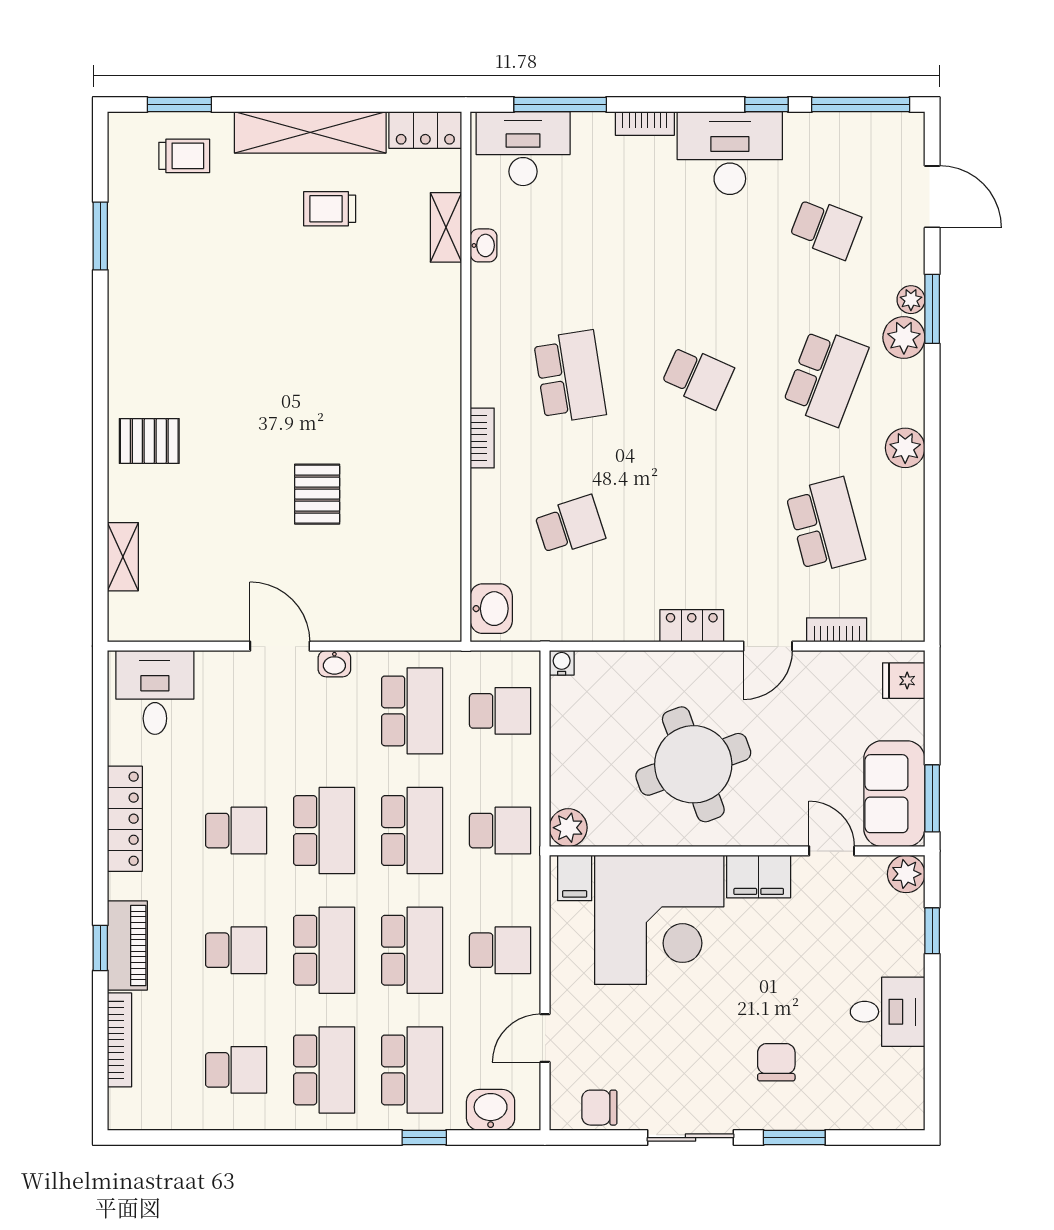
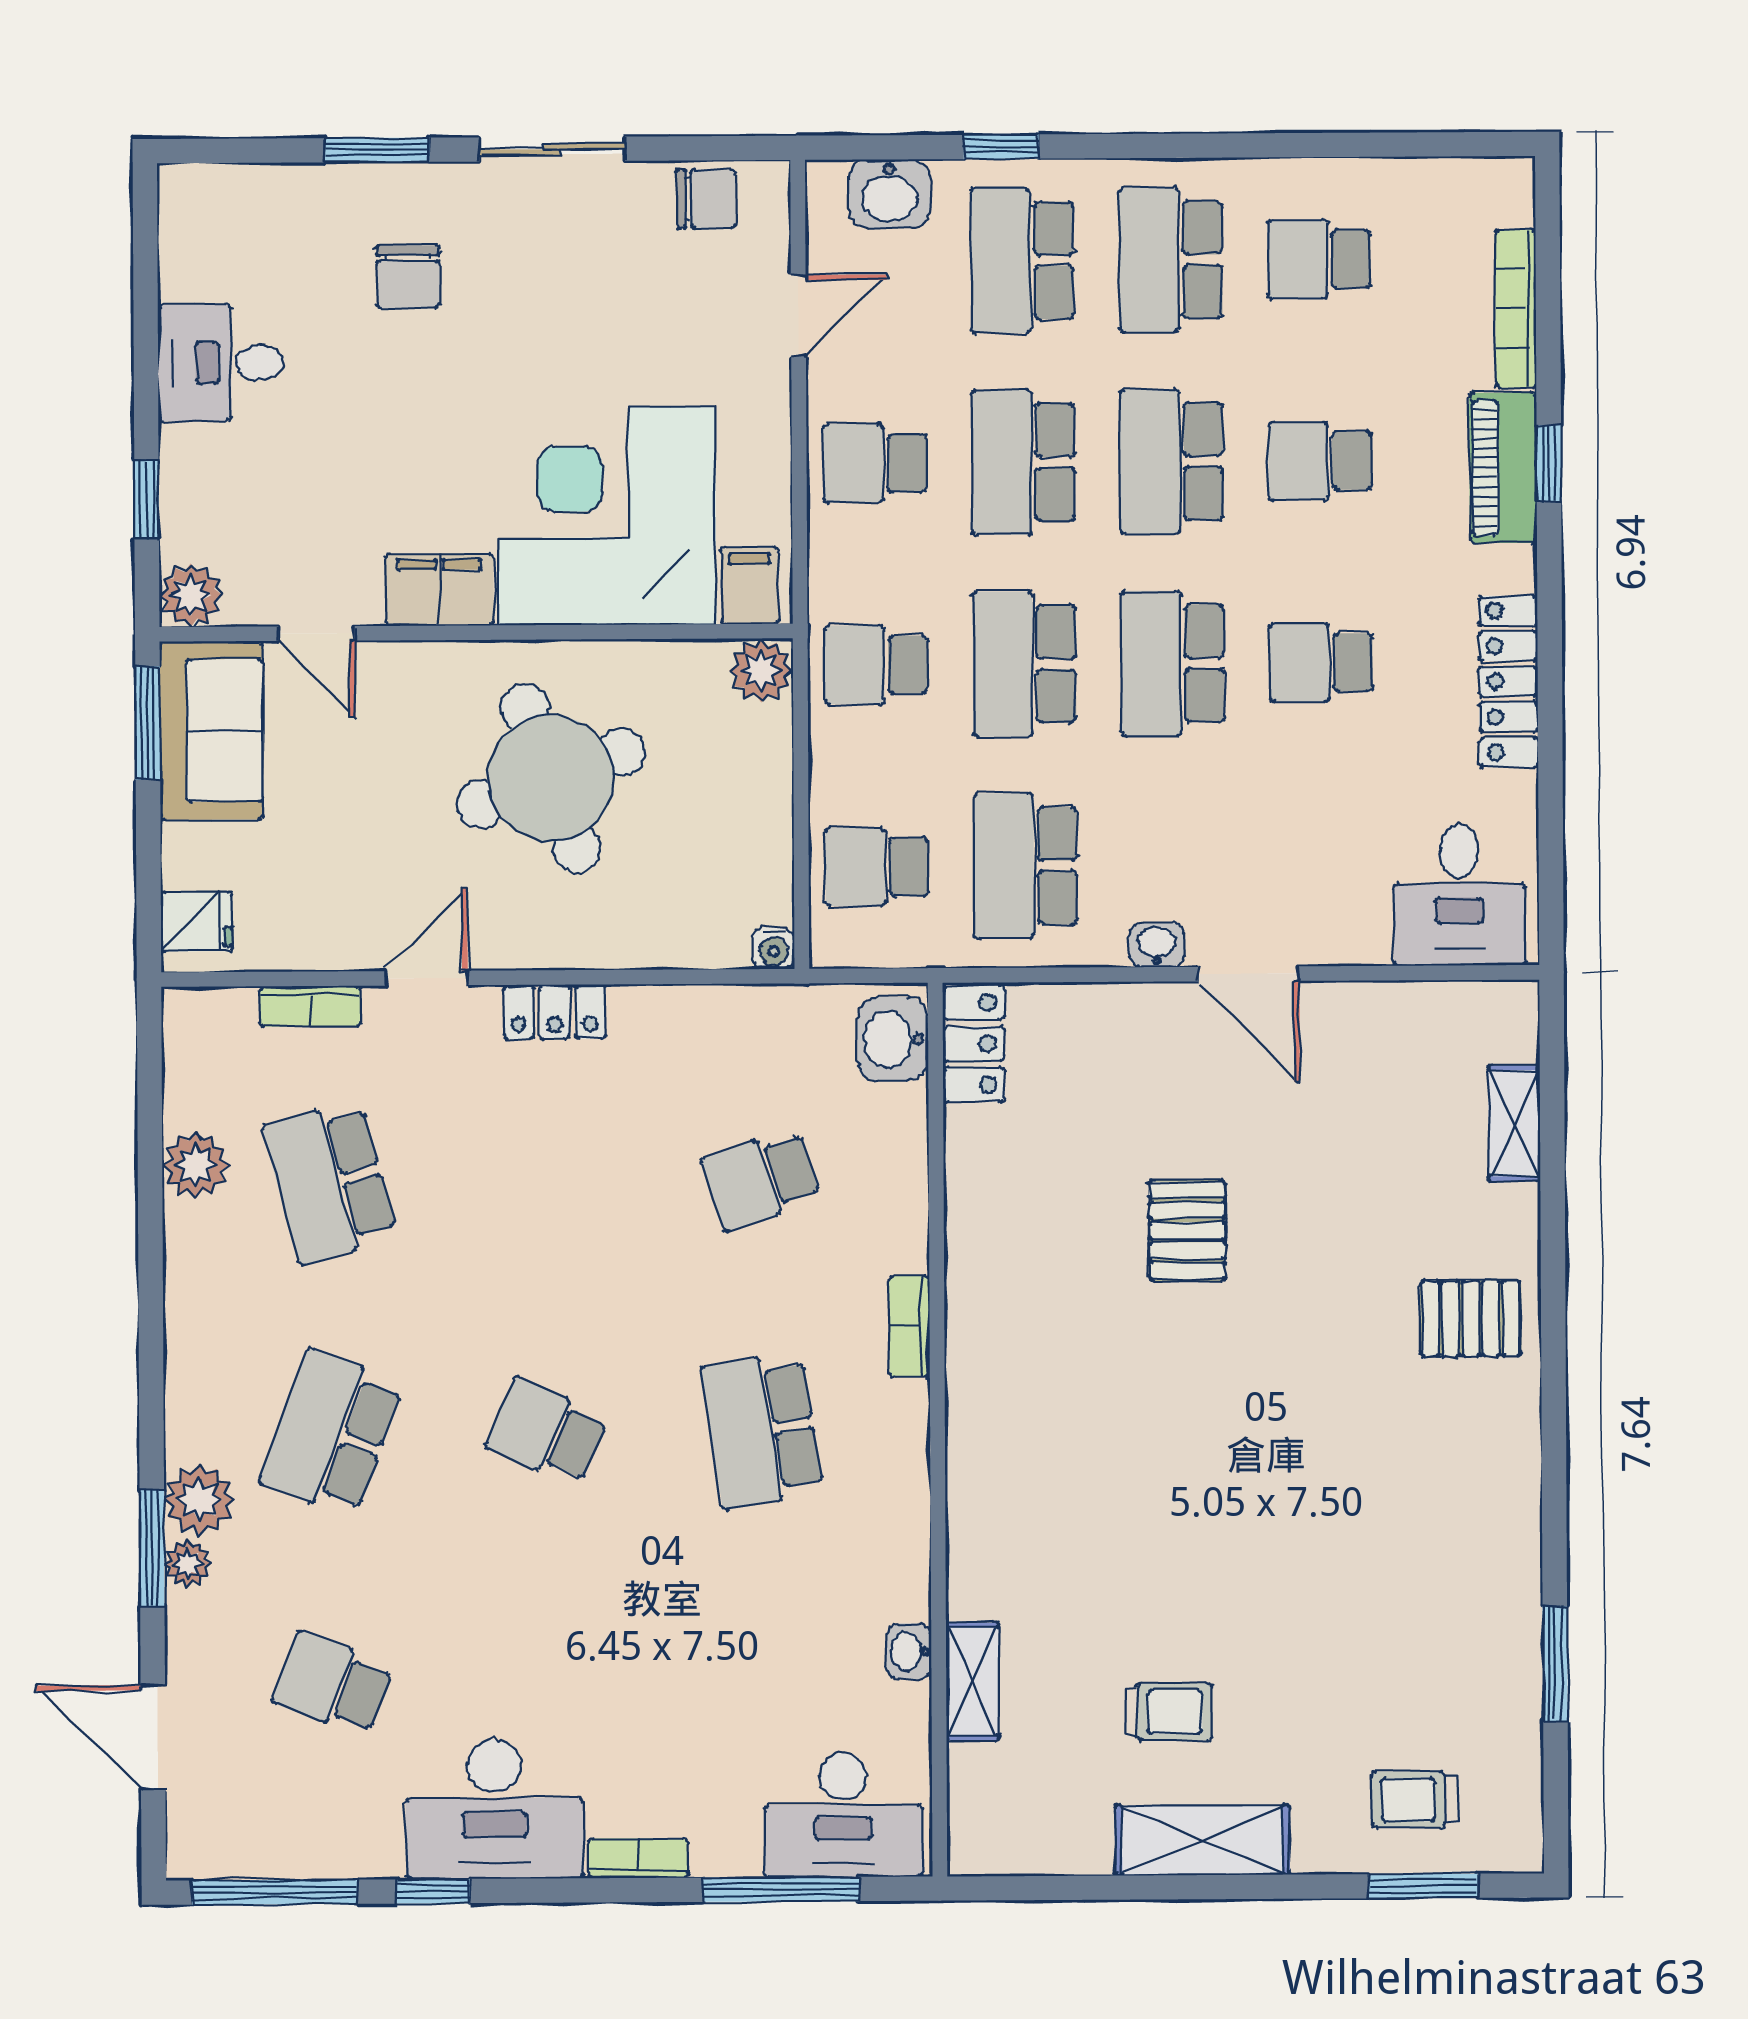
locker: (425, 130) -> (974, 1044), moved, turned 90
shelving: (310, 132) -> (1202, 1840), width x0.68
plant: (905, 448) -> (195, 1165), moved

